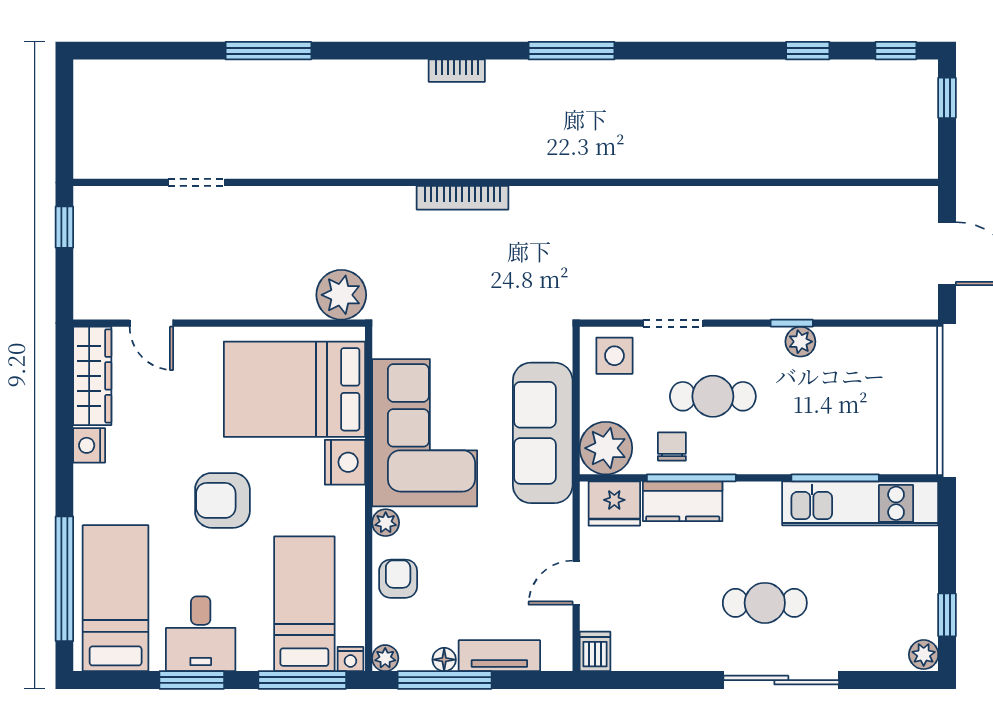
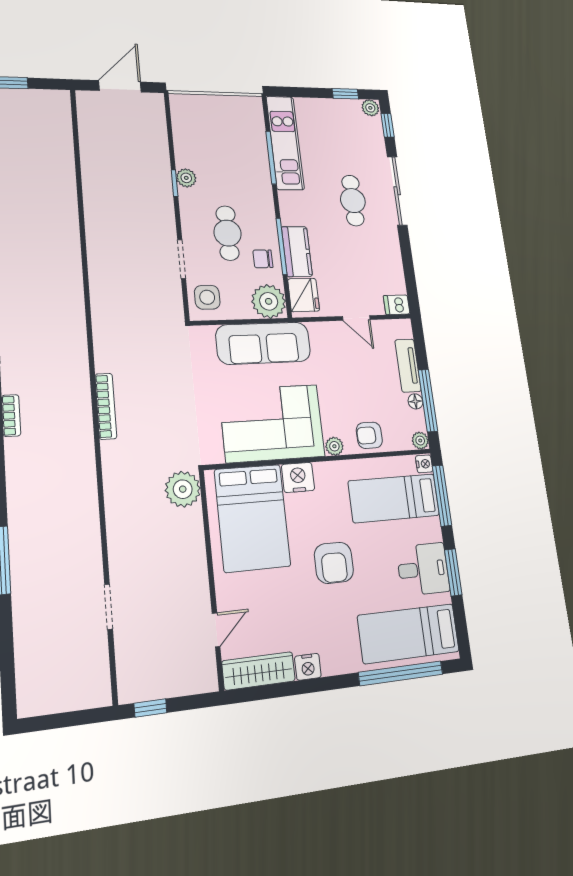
window: (894, 680) -> (388, 125), added

